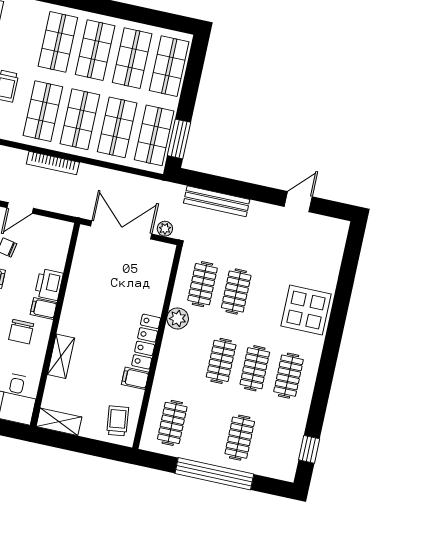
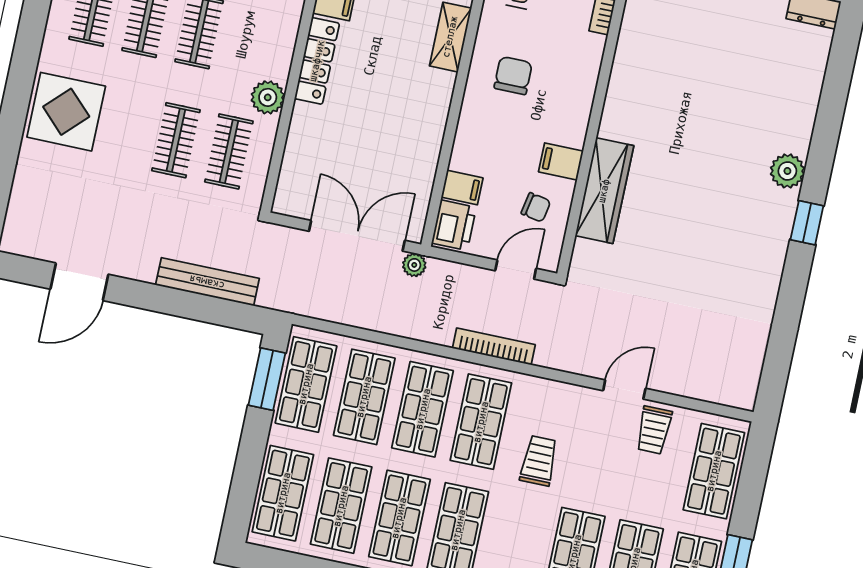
bookcase: (53, 163) -> (494, 346), moved
door: (298, 202) -> (79, 282), width x1.38
plant: (165, 229) -> (414, 265), moved
double door: (121, 230) -> (357, 236), swing flipped
printer: (49, 284) -> (454, 225), moved
filing cabinet: (44, 308) -> (462, 187), moved

